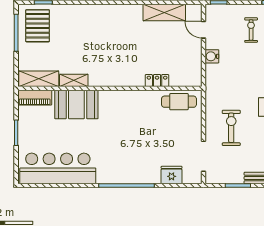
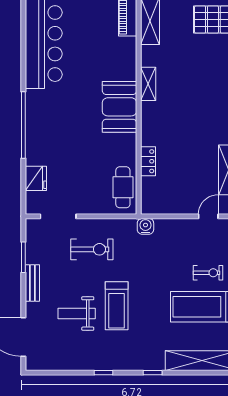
water cooler: (212, 56) -> (145, 226), moved
shelving: (74, 80) -> (148, 84), moved
booth: (76, 105) -> (120, 107), moved

